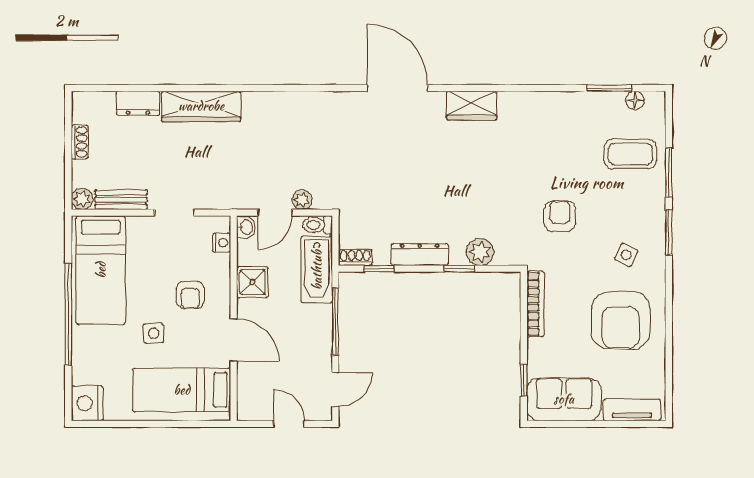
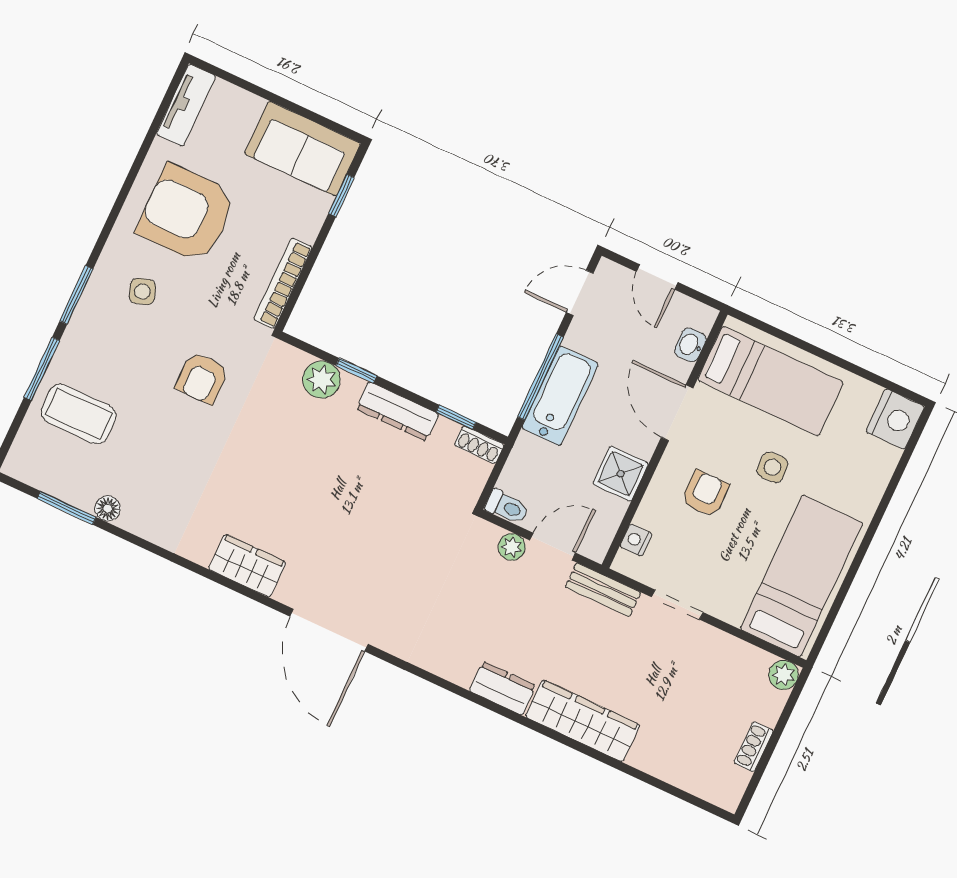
floor lamp: (635, 100) -> (108, 509), moved
dresser: (138, 103) -> (503, 688), moved
bench: (121, 200) -> (603, 590), moved
washbasin: (246, 227) -> (690, 345), moved
side table: (626, 255) -> (142, 291), turned 45
bathtub: (317, 270) -> (560, 396), moved
window: (68, 314) -> (867, 540), removed
armchair: (621, 320) -> (187, 214), turned -90
tv unit: (632, 410) -> (186, 105), moved, turned -90

